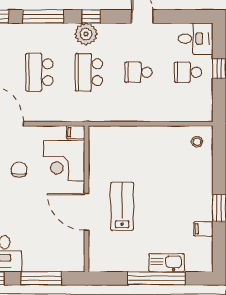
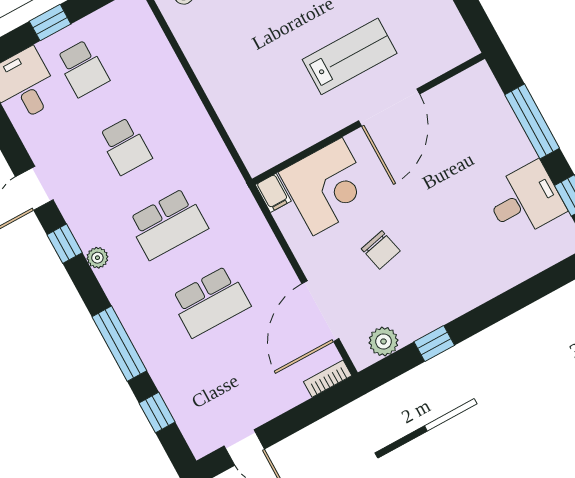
window: (91, 16) -> (65, 244), moved
plant: (86, 34) -> (97, 258), width x0.53, depth x0.53
chair: (19, 170) -> (381, 250), turned -103
lab bench: (122, 206) -> (350, 56), turned 180

